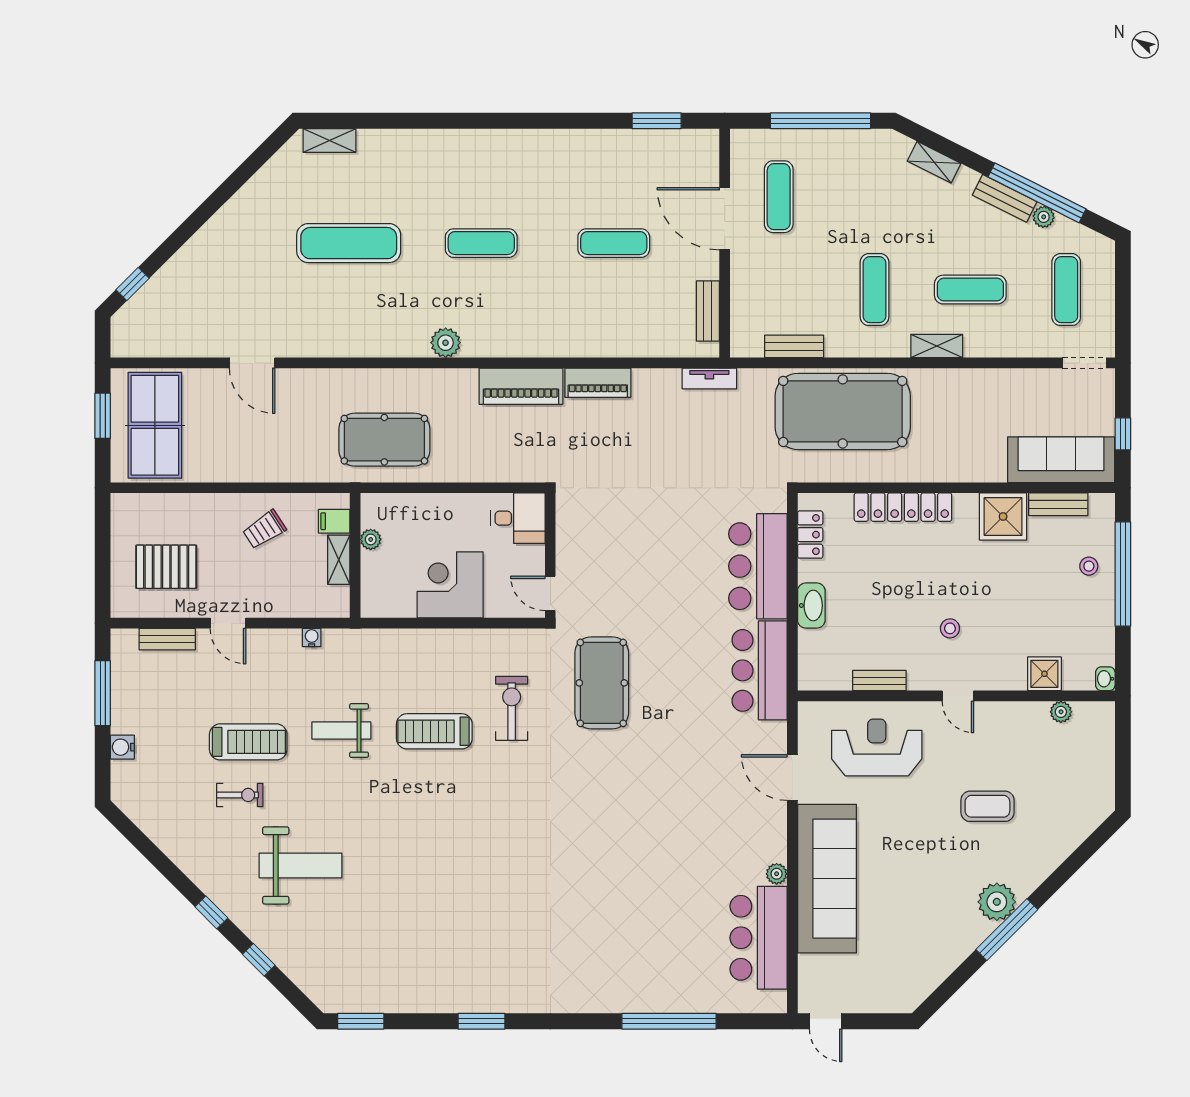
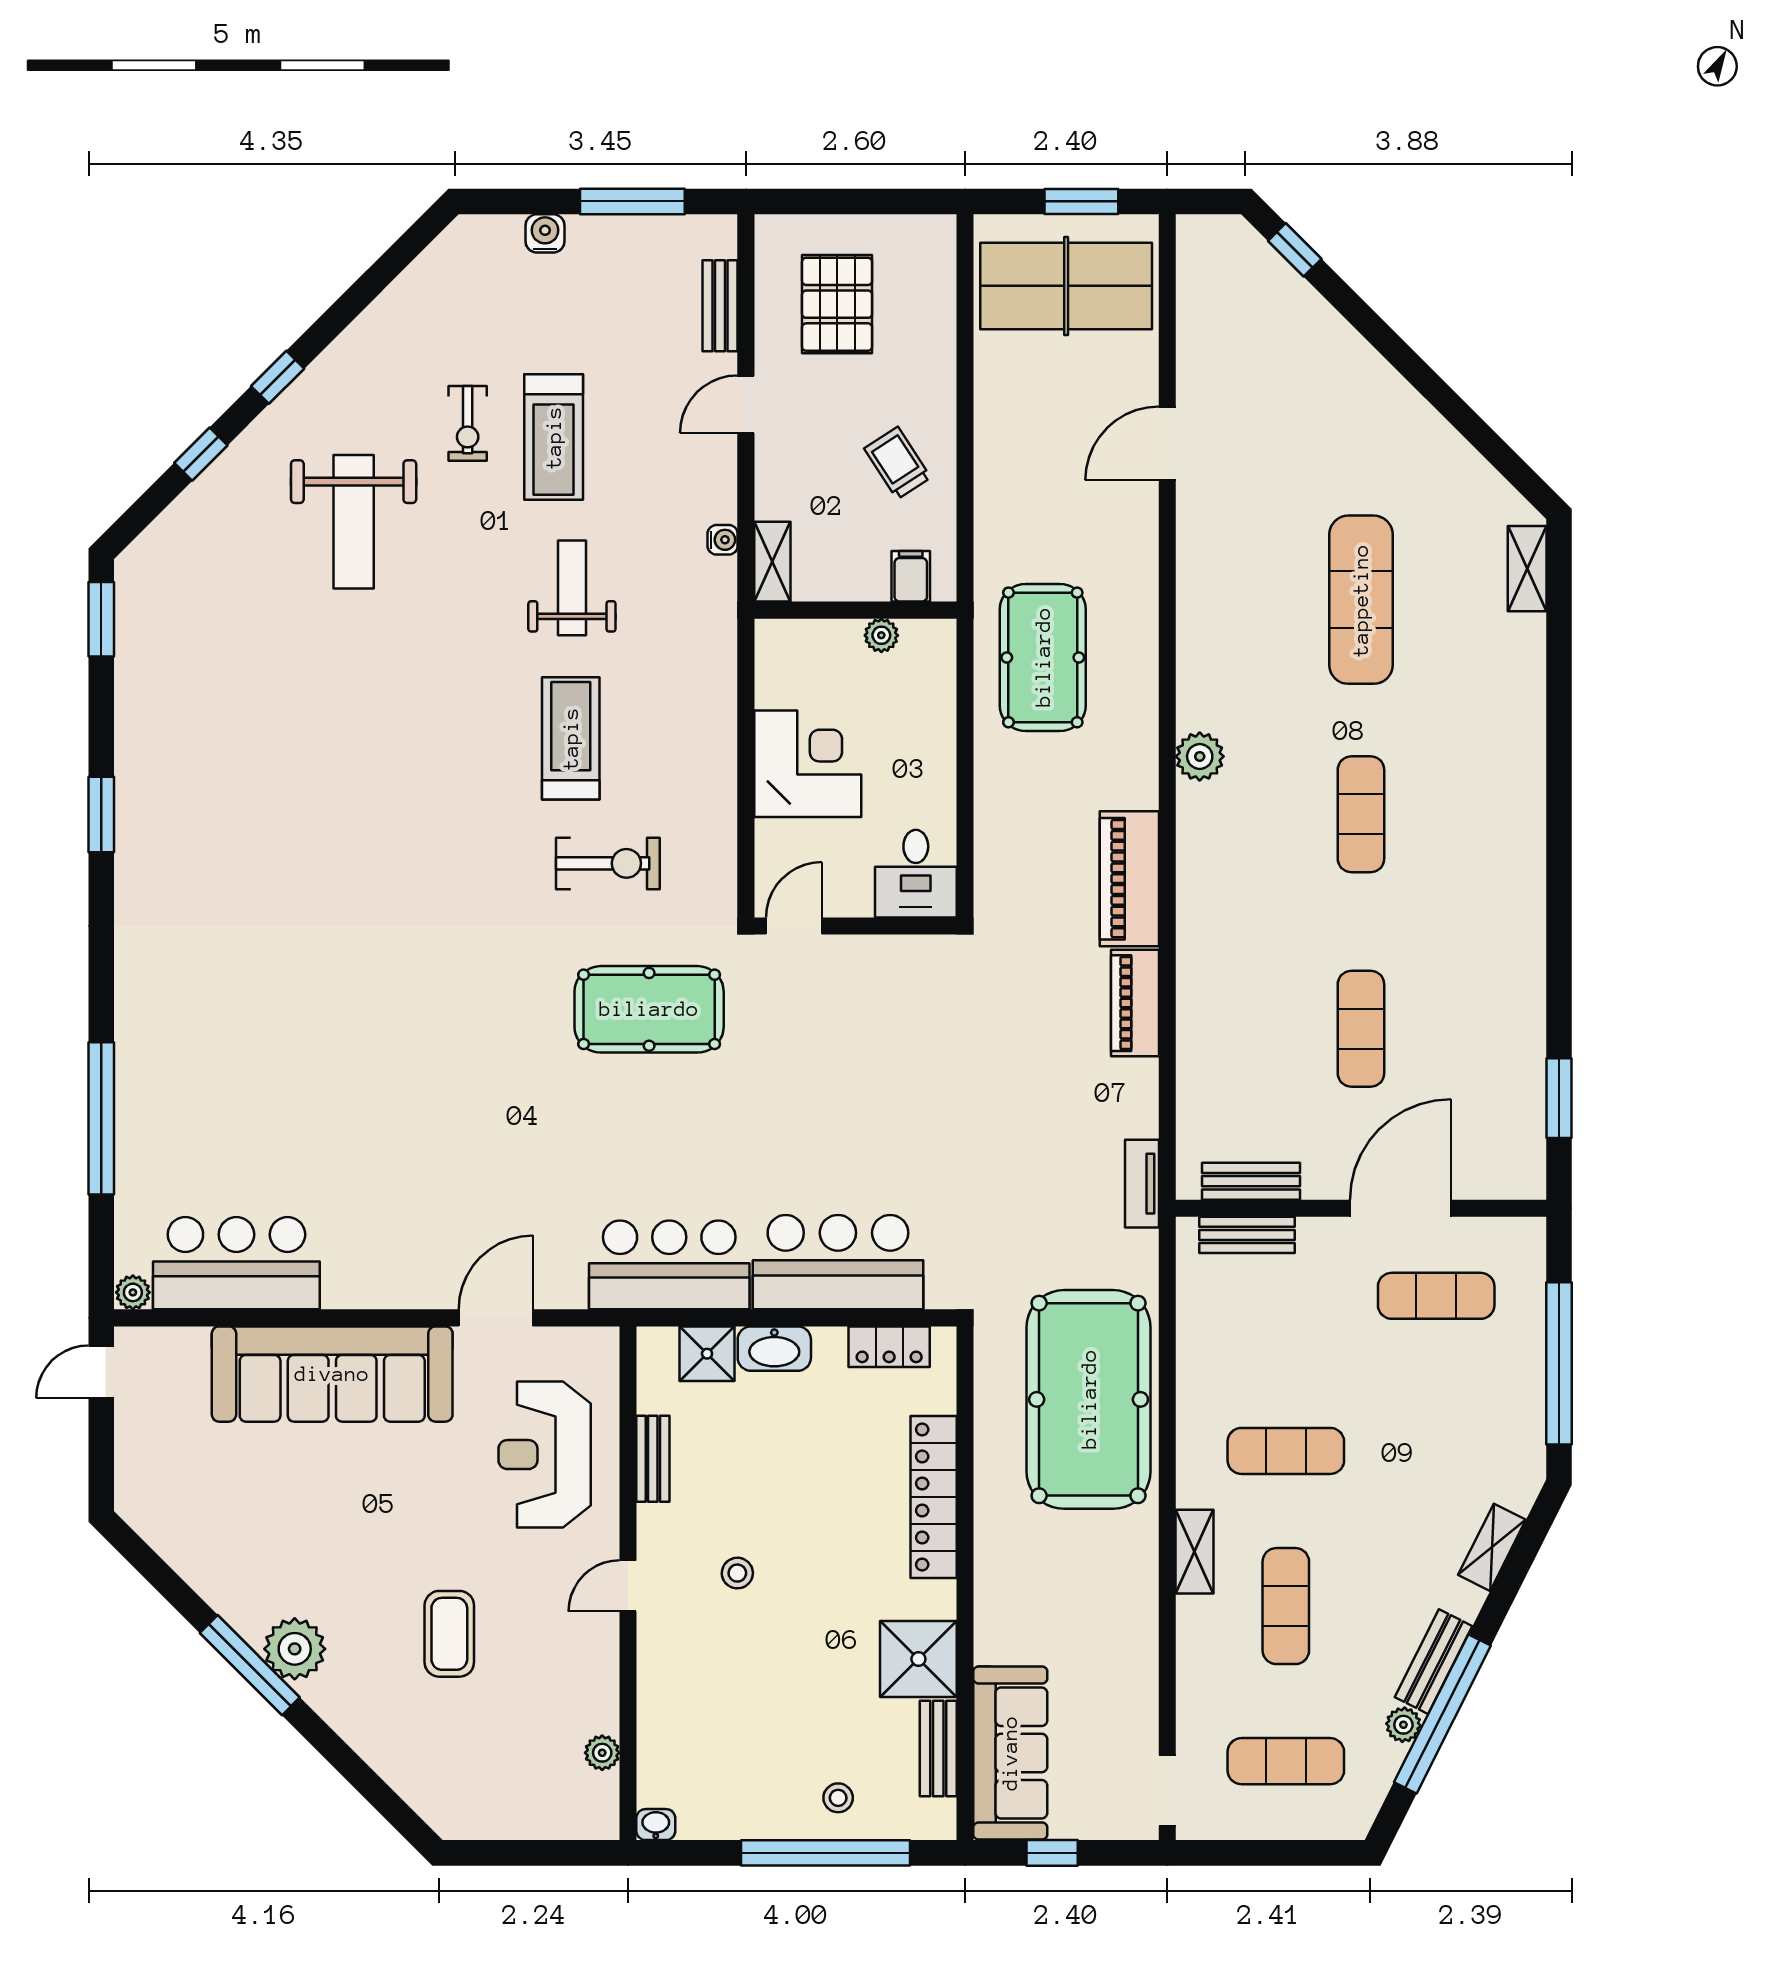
bench: (794, 346) -> (1247, 1235), moved, turned 90
shelving: (339, 560) -> (772, 562), moved, turned 90
shower: (1044, 674) -> (707, 1354), moved
reception desk: (877, 747) -> (545, 1455), turned 180
plant: (777, 874) -> (133, 1292), moved

